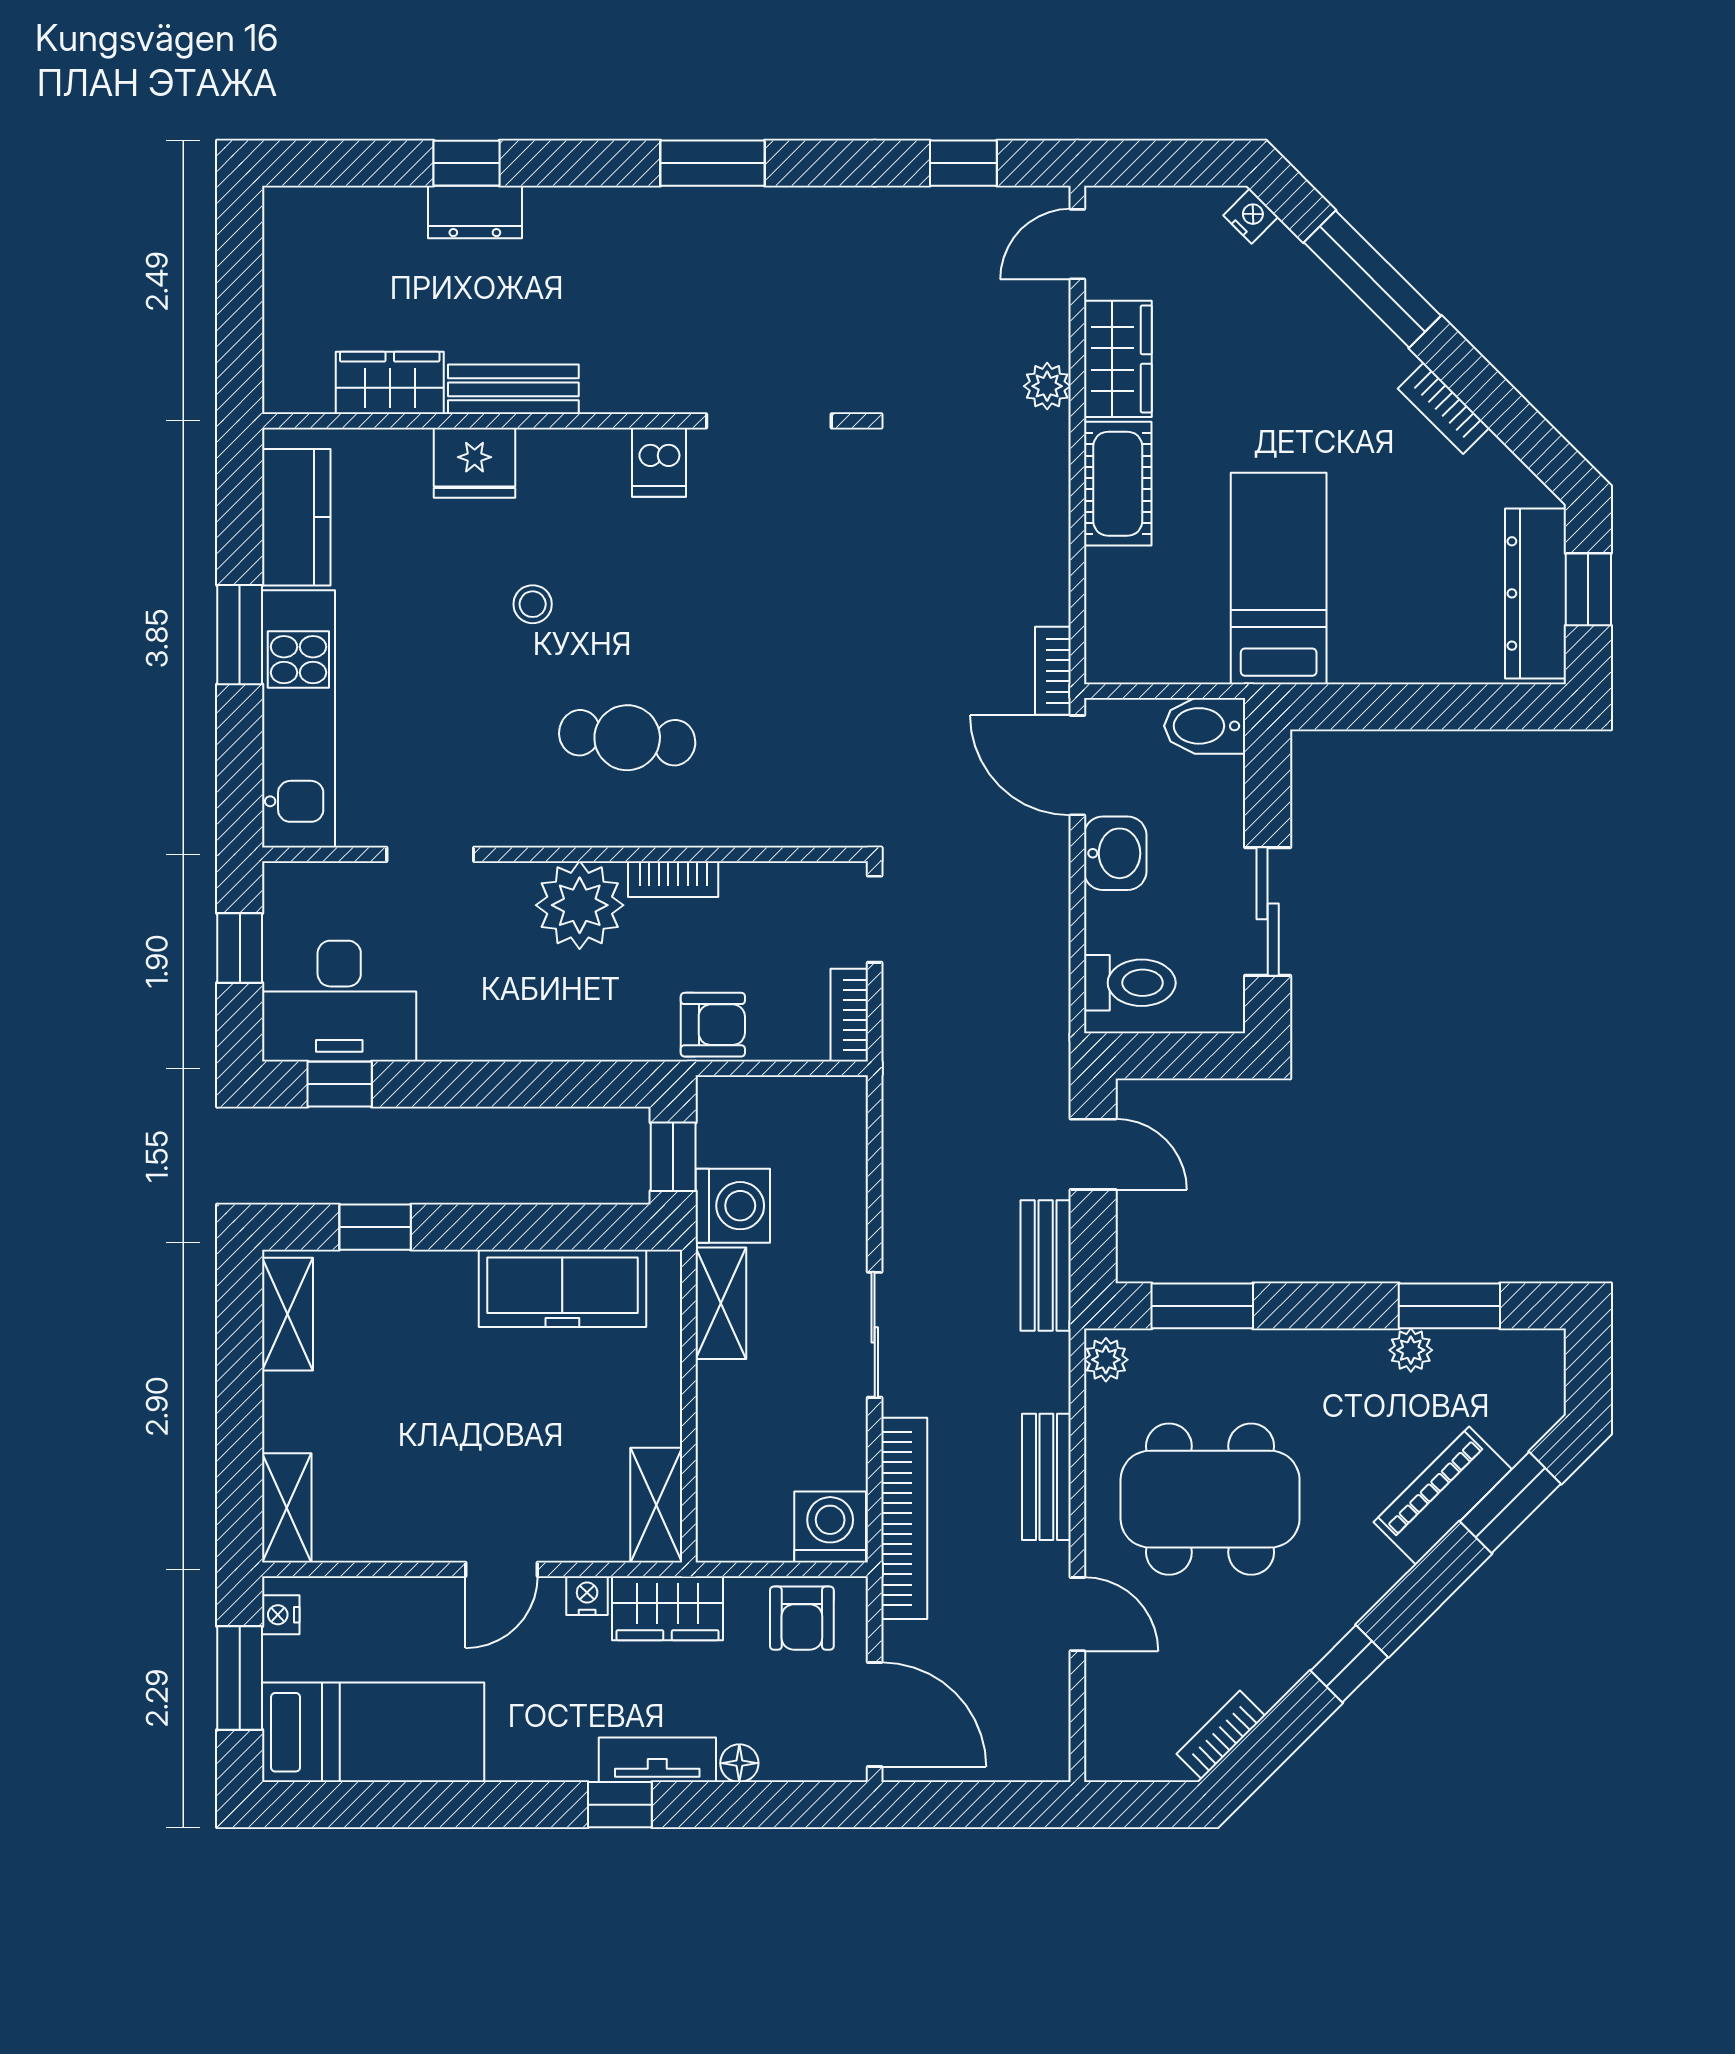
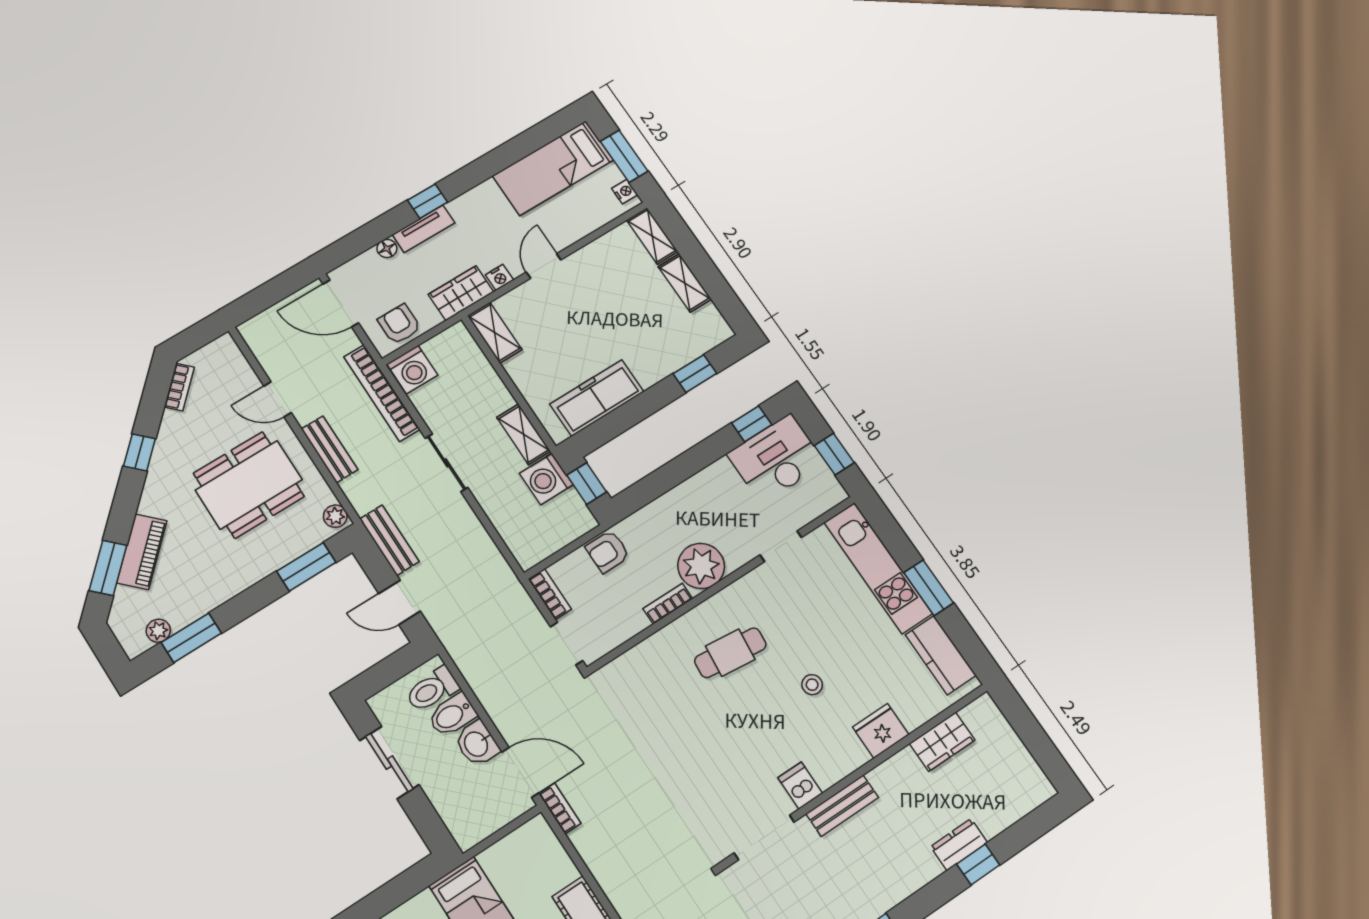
bench: (513, 389) -> (842, 806), moved
bidet: (1205, 726) -> (452, 715), moved, turned 180
shelving: (288, 1314) -> (685, 283), moved
plant: (1411, 1350) -> (158, 631), moved

